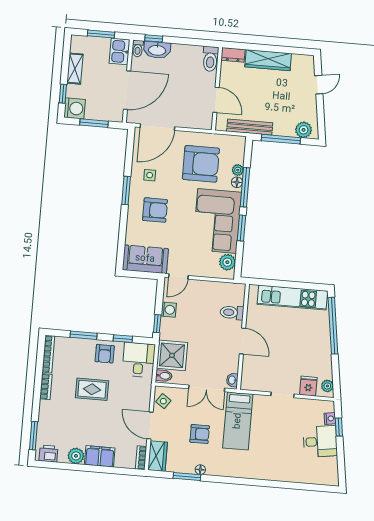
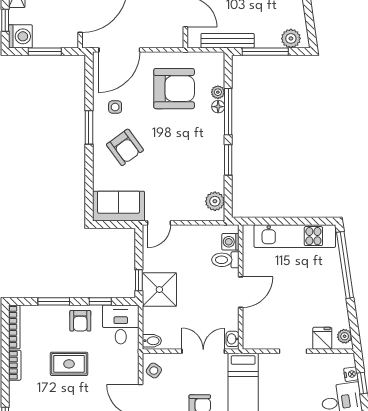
armchair: (155, 210) -> (125, 147), turned 54
corner sofa: (217, 221) -> (199, 154), removed
washing machine: (169, 310) -> (230, 242), moved, turned 180
door: (242, 341) -> (241, 292), hinge flipped
shower: (172, 355) -> (159, 290), moved
double door: (207, 388) -> (203, 351), swing flipped

